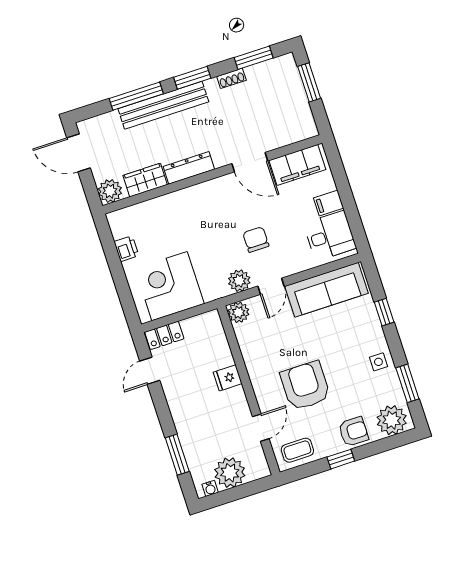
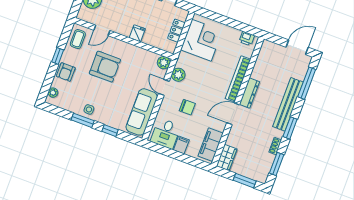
window: (136, 96) -> (307, 83), moved
door: (250, 162) -> (233, 114), moved
wardrobe: (145, 180) -> (227, 158), moved
plant: (110, 191) -> (268, 48), removed
bookcase: (182, 198) -> (238, 79), added
chair: (256, 239) -> (187, 107), moved
printer: (126, 249) -> (247, 39), moved
locker: (164, 335) -> (176, 31), moved
window: (407, 383) -> (83, 120), moved
plant: (392, 420) -> (53, 93), width x0.53, depth x0.53
door: (261, 428) -> (102, 30), hinge flipped

